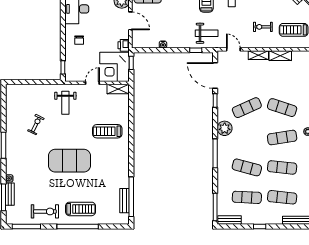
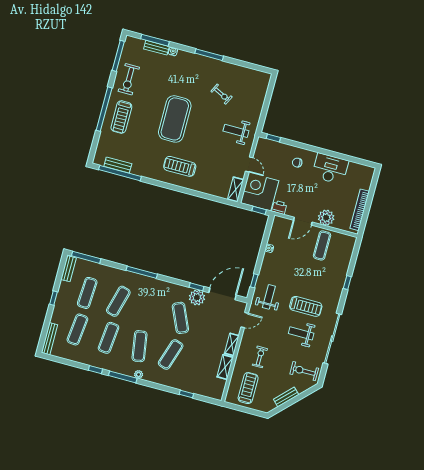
weight bench: (207, 33) -> (269, 297), turned 180
plant: (225, 128) -> (197, 297), moved
treadmill: (107, 131) -> (180, 166), moved, turned -90

